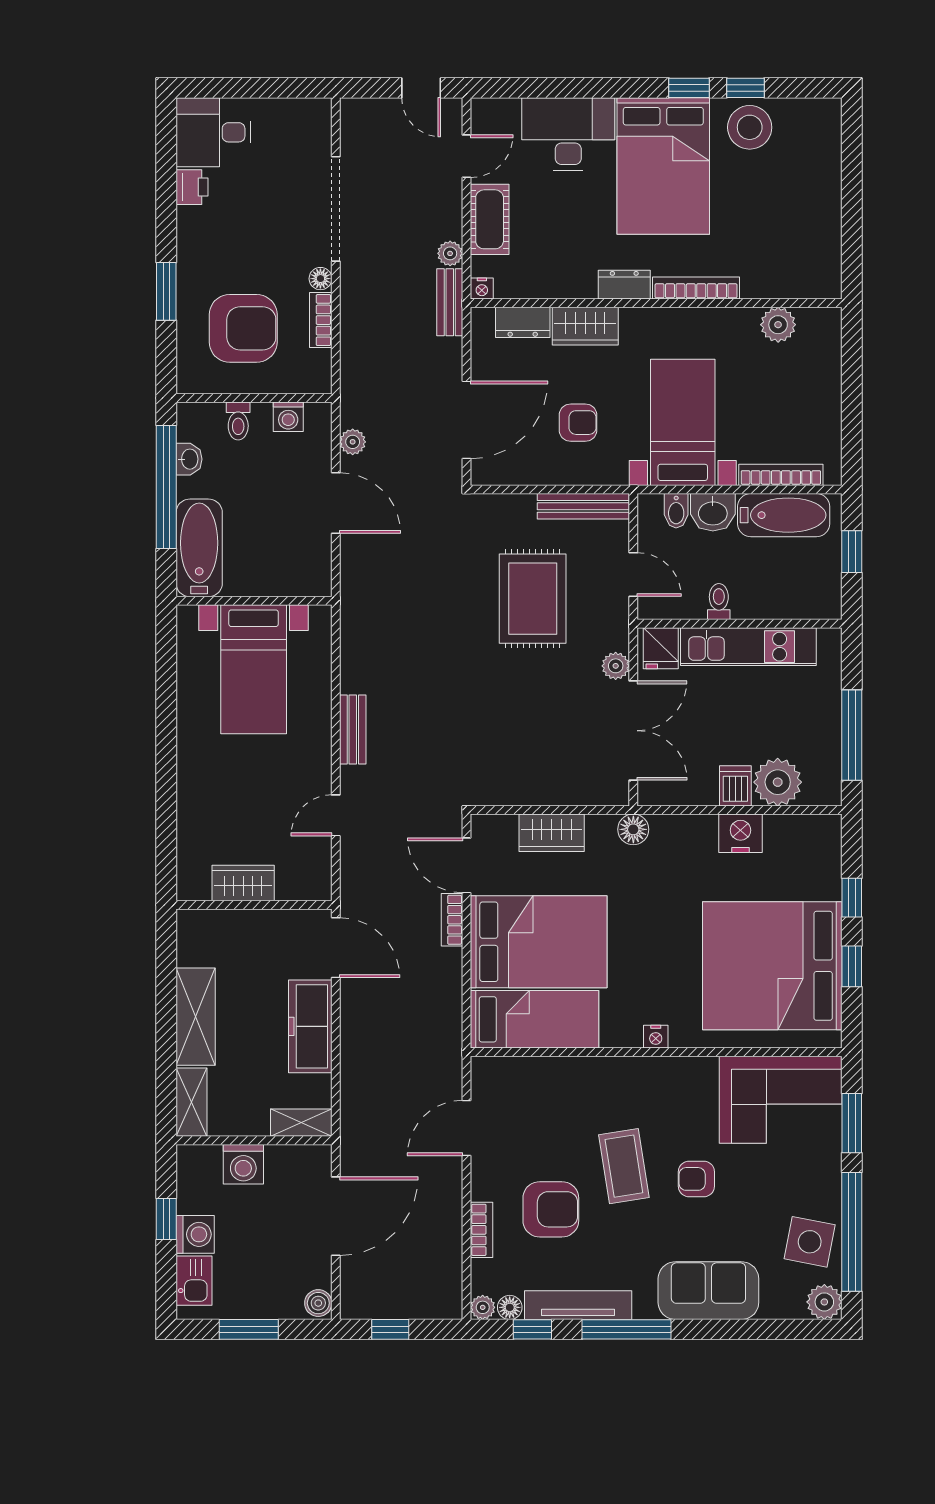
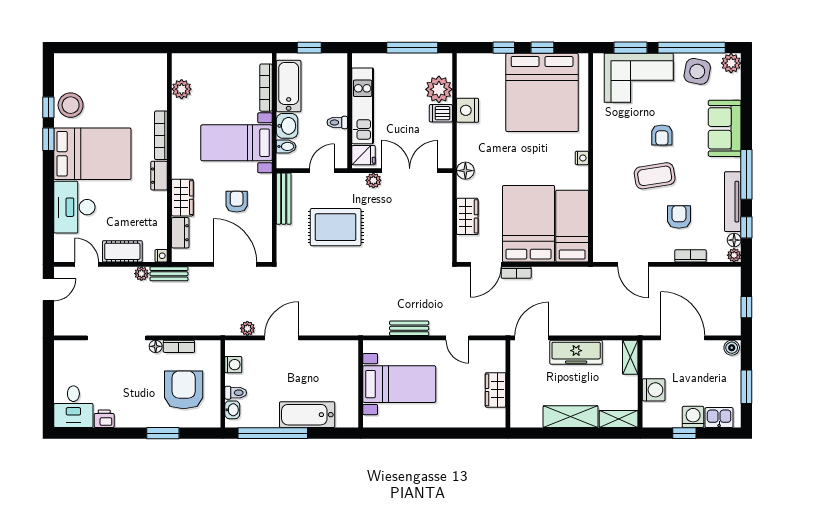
washbasin: (189, 459) -> (232, 410), moved, turned 90
wall: (254, 601) -> (361, 384), moved
bed with nightstands: (254, 669) -> (399, 384), moved
corner sofa: (781, 1100) -> (639, 78), moved, turned 90
armchair: (551, 1209) -> (679, 217), width x0.72, depth x0.72

